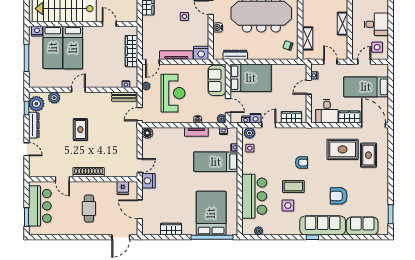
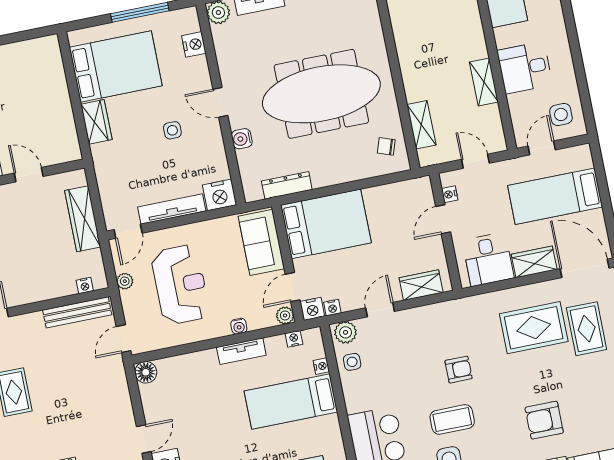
desk: (376, 24) -> (525, 68), moved, turned 180
bench: (124, 97) -> (77, 312), width x1.36
door: (228, 106) -> (293, 287), swing flipped
nightstand: (256, 118) -> (312, 309), moved

